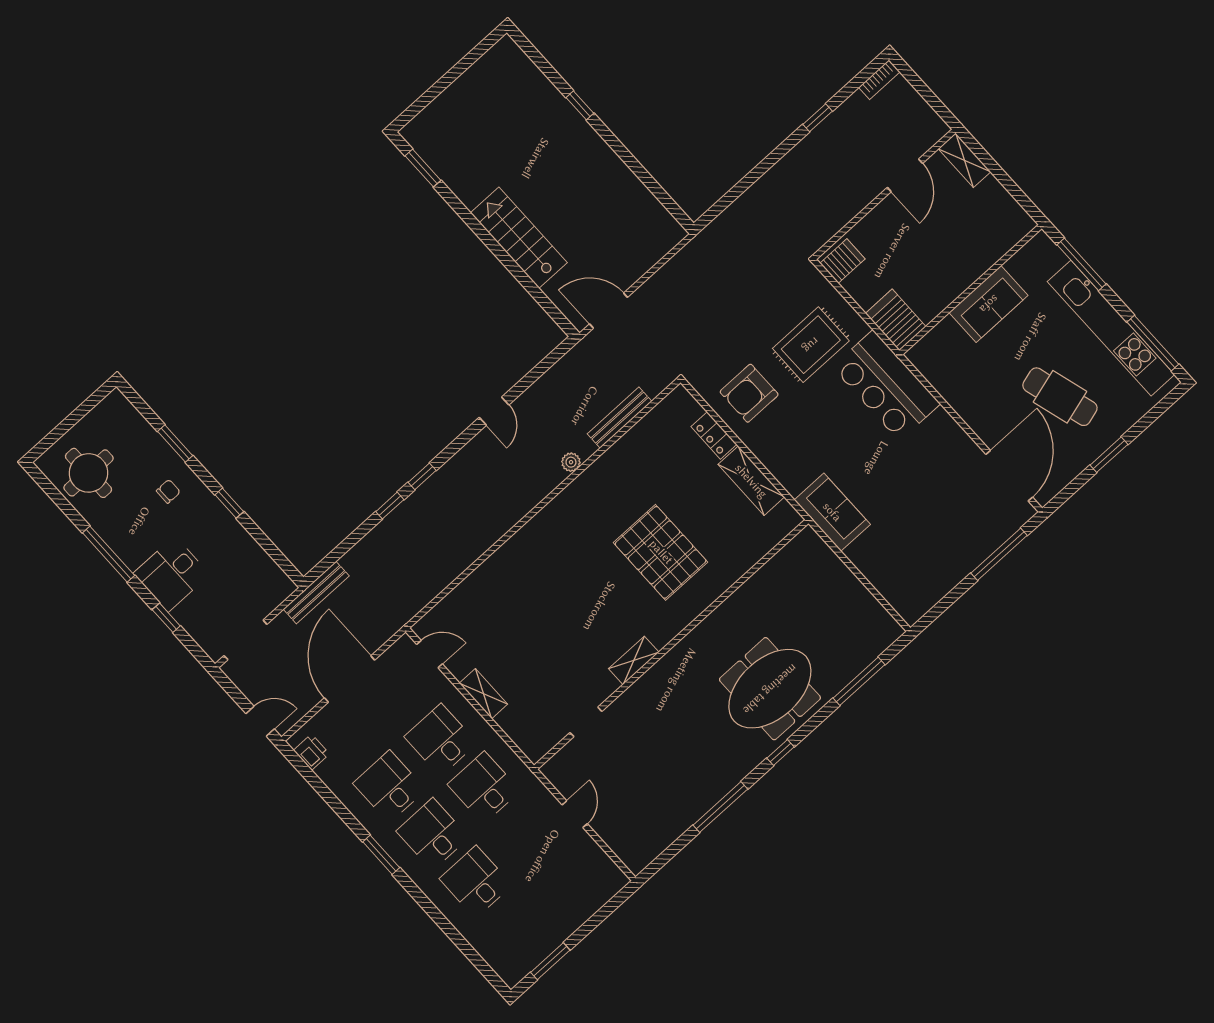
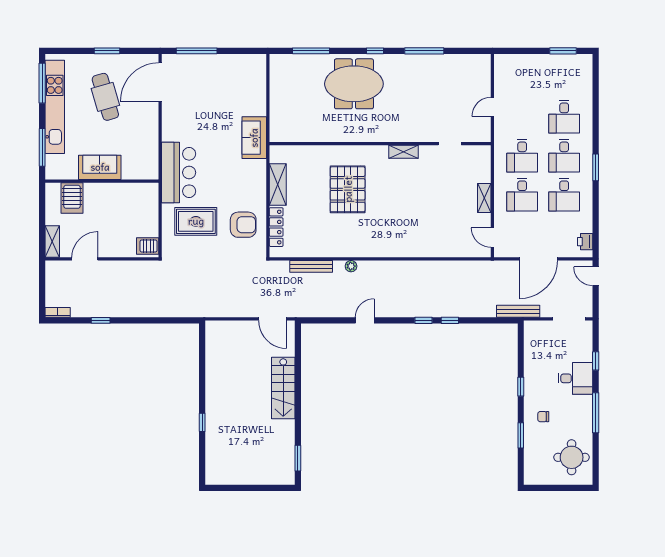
server rack: (896, 320) -> (72, 198), moved
locker: (714, 435) -> (276, 227), width x1.53

